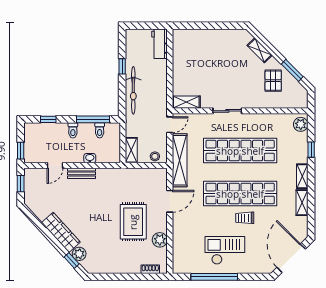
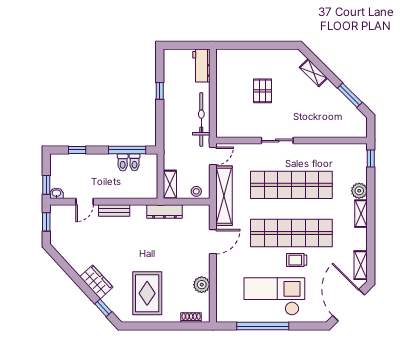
pallet: (273, 81) -> (262, 91), moved
bicycle: (133, 90) -> (201, 119), moved, turned 180
shelving: (186, 102) -> (231, 131), removed
plant: (301, 124) -> (359, 191), moved
toilet: (73, 130) -> (123, 162), moved
window: (311, 150) -> (371, 158), moved
washbasin: (90, 158) -> (56, 193), moved
dresser: (126, 174) -> (164, 211), added
shelving: (302, 203) -> (361, 265), moved
rug: (133, 222) -> (147, 293), moved
wardrobe: (61, 232) -> (96, 282), width x0.67
checkout: (225, 250) -> (274, 296), width x1.36, depth x1.21
plant: (79, 254) -> (112, 300), removed

